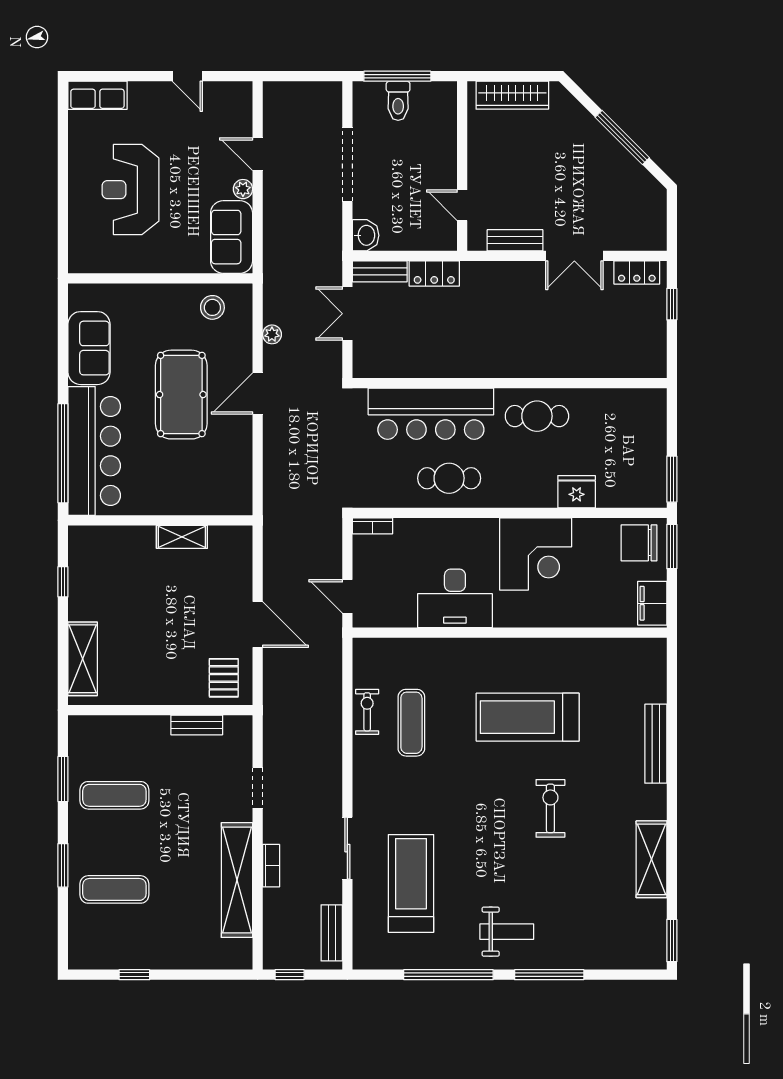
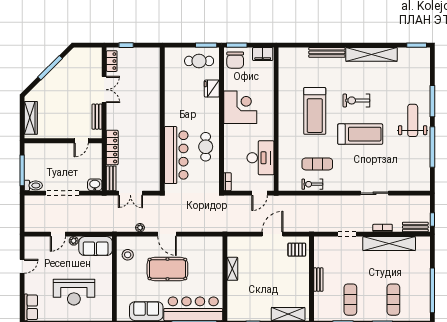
toilet: (398, 101) -> (33, 185), moved
locker: (434, 274) -> (112, 148), width x1.53
cafe table: (537, 416) -> (199, 61), moved, turned 90
desk: (455, 598) -> (261, 158), moved
bench: (197, 725) -> (318, 280), moved
shelving: (652, 859) -> (371, 54), width x1.47
treadmill: (411, 883) -> (360, 134), moved, turned 180
weight bench: (507, 932) -> (413, 120), width x1.36, depth x1.33
bench: (332, 933) -> (415, 227), moved
window: (134, 975) -> (432, 290), width x3.17

